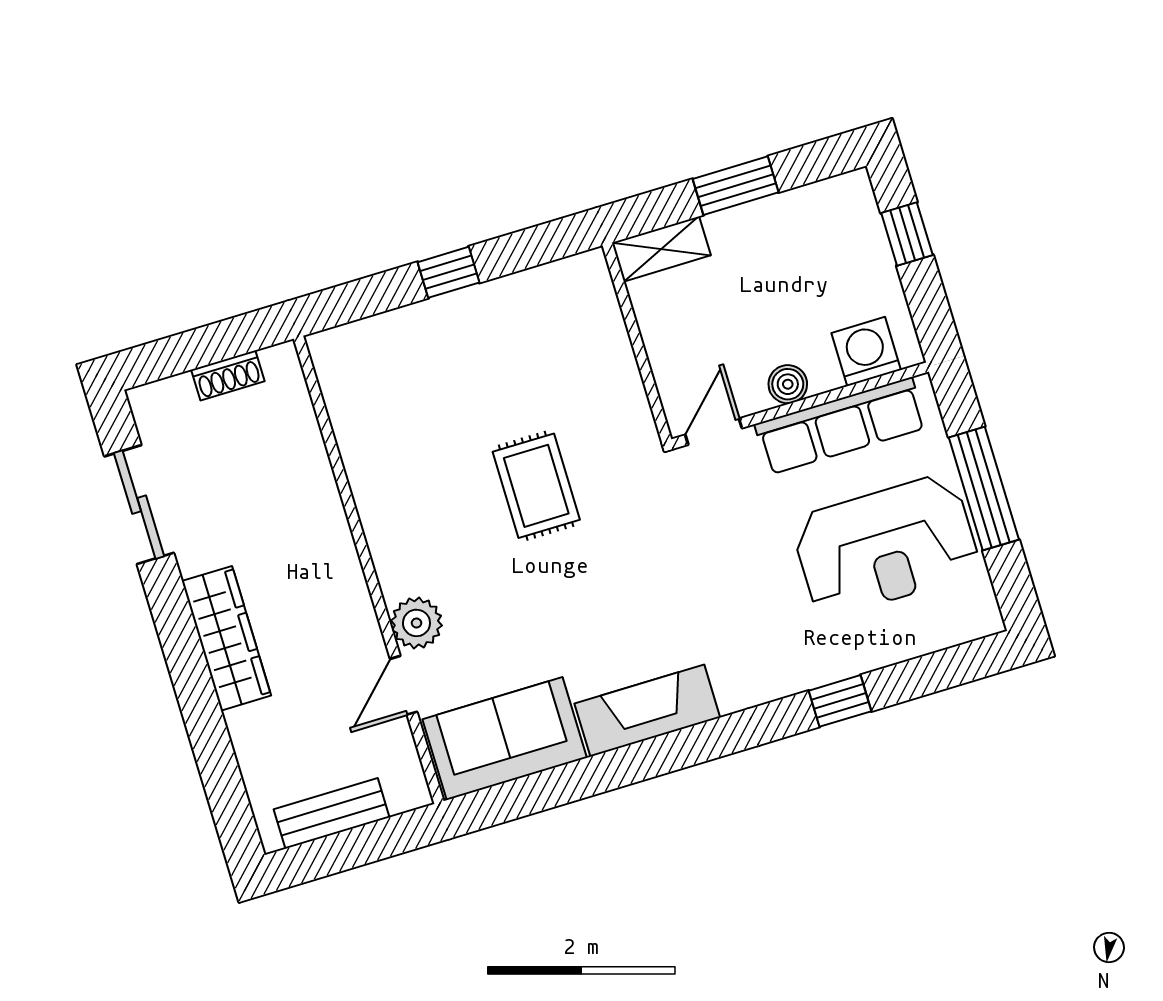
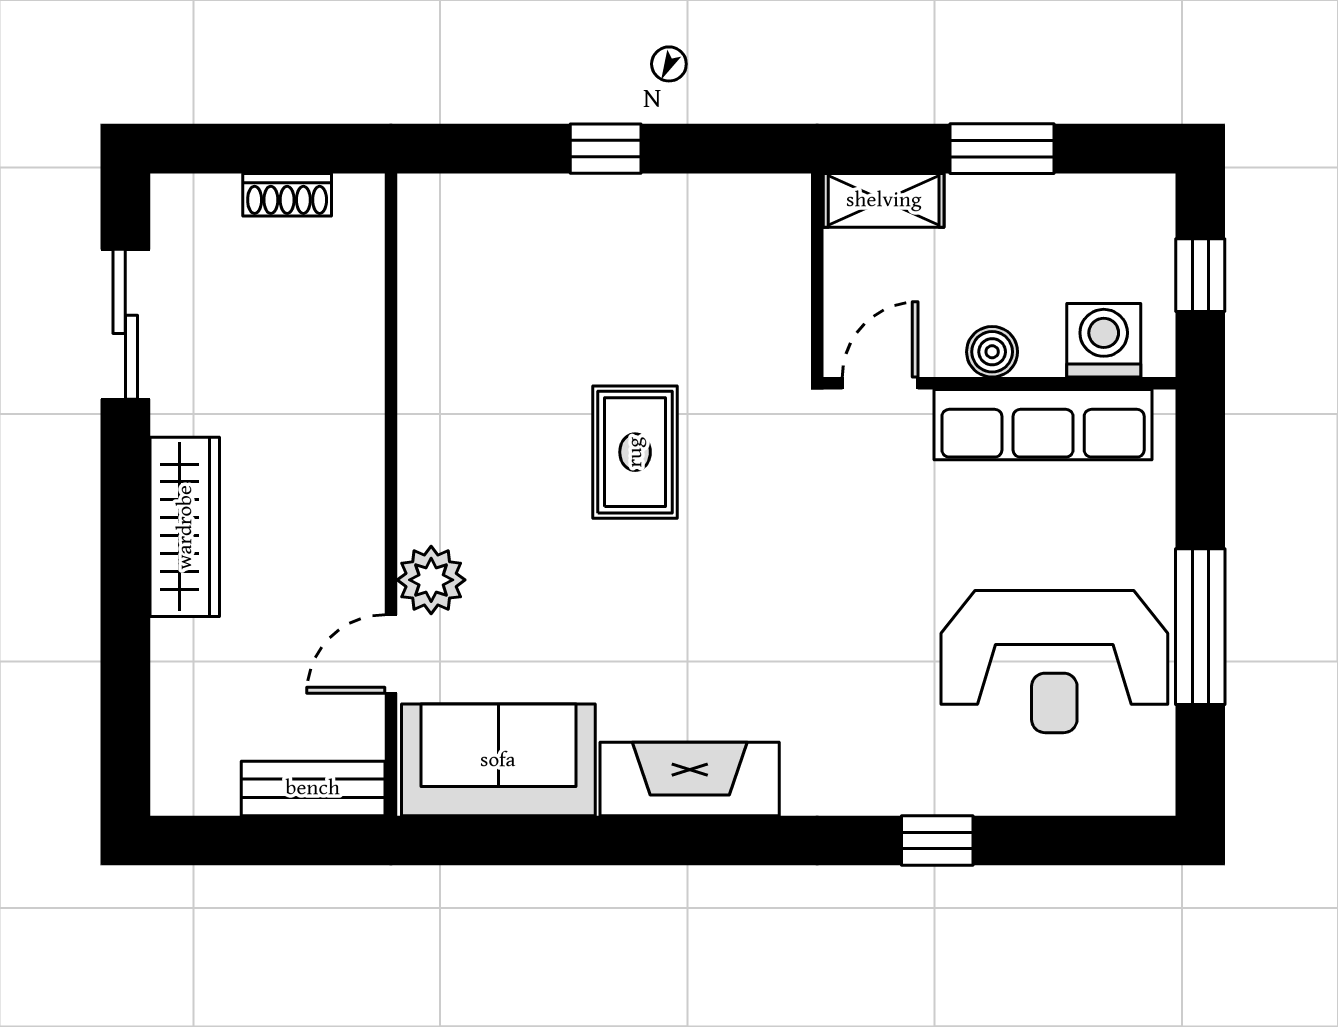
washing machine: (866, 351) -> (1104, 340), moved
boiler: (788, 384) -> (992, 352), moved
wall: (800, 405) -> (999, 383), moved
row of seats: (841, 426) -> (1043, 425), moved
door: (714, 432) -> (880, 383), moved
bench: (332, 813) -> (313, 788), moved

